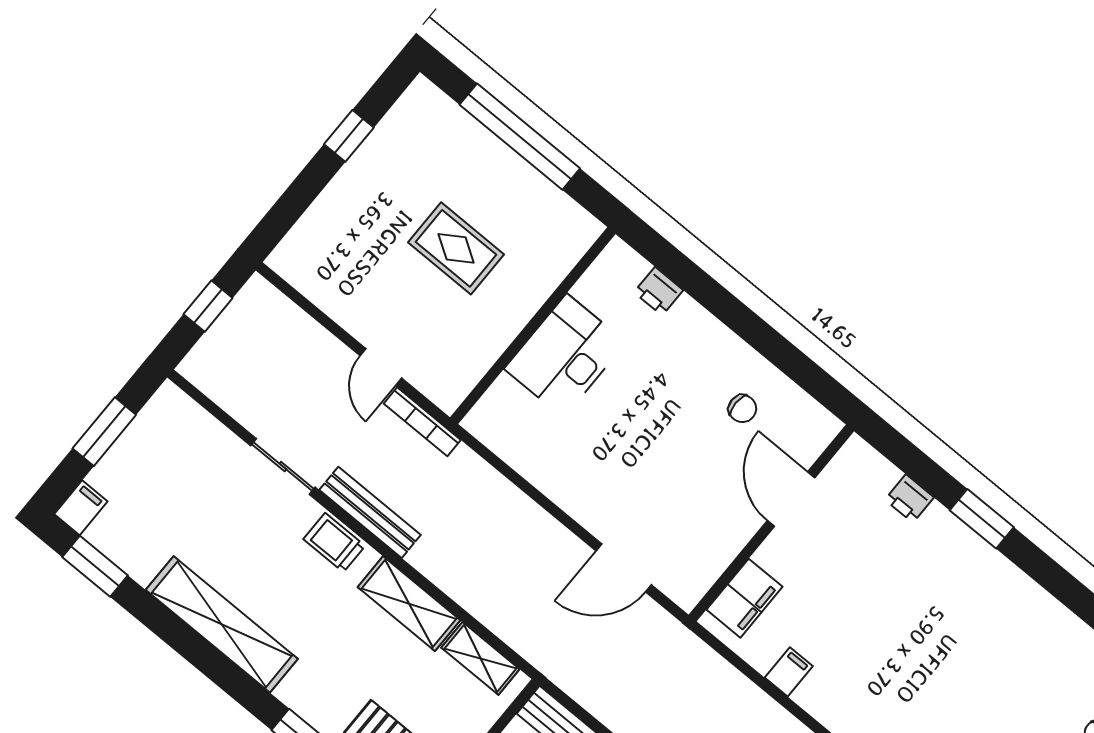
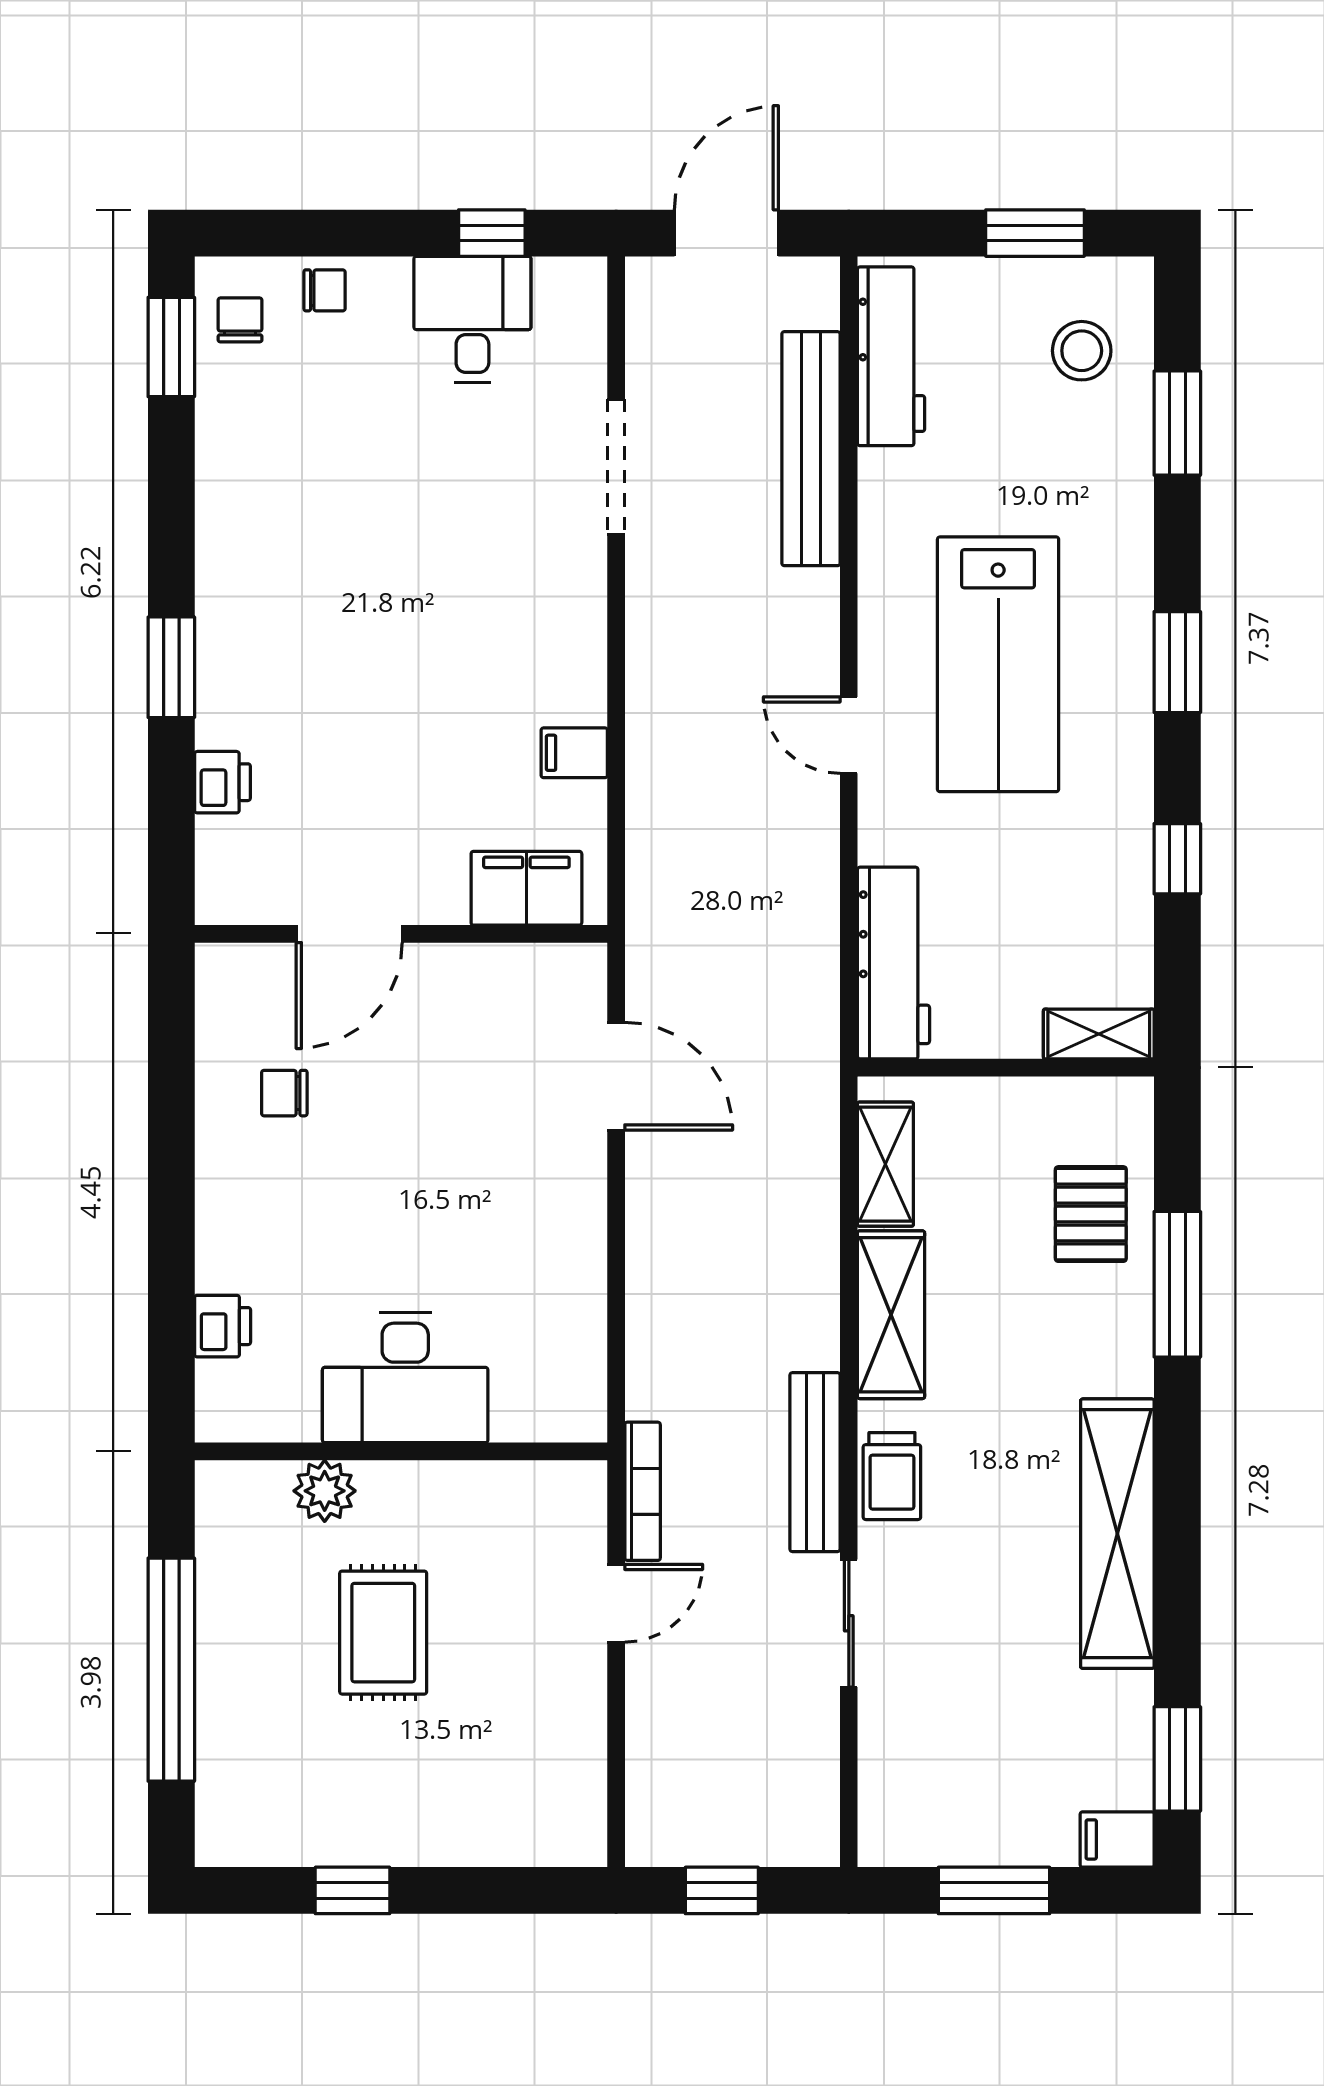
plant: (544, 275) -> (325, 1491), added
chair: (742, 409) -> (284, 1093), turned -90

